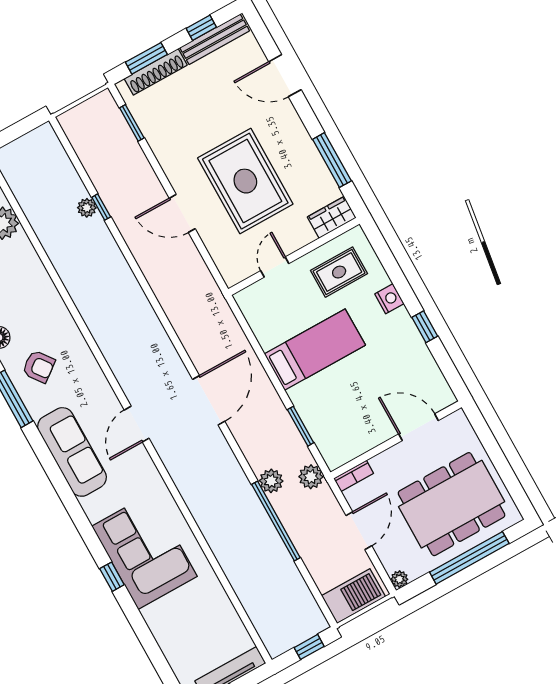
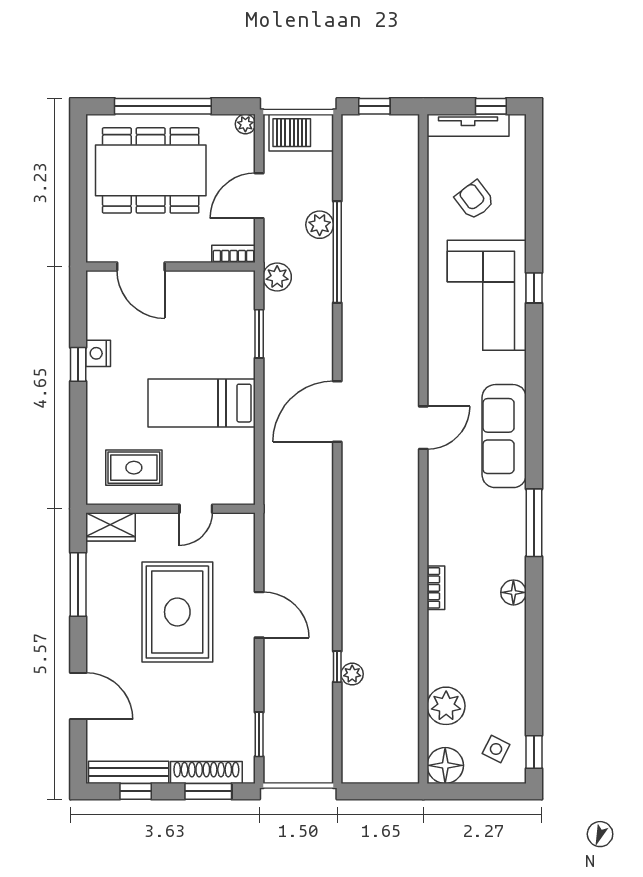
nightstand: (389, 299) -> (98, 353), moved
bookcase: (60, 308) -> (436, 588), added
armchair: (39, 367) -> (474, 200), moved
plant: (271, 481) -> (320, 225), moved

